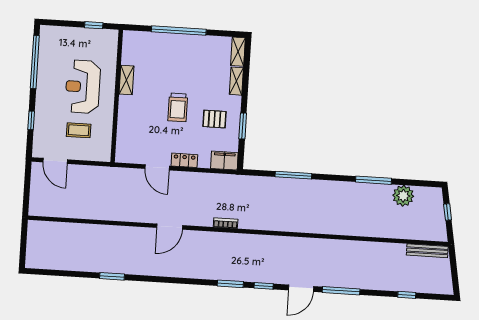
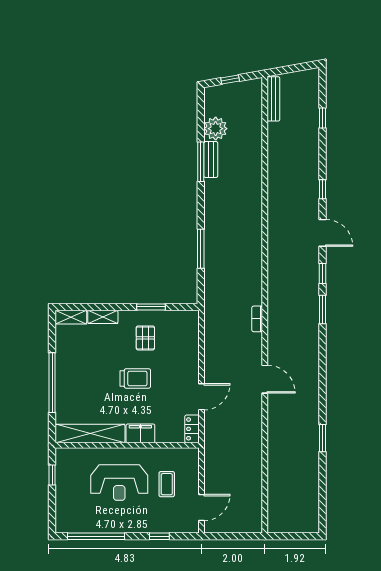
shelving: (126, 80) -> (90, 433), width x2.20, depth x1.33
locker: (184, 160) -> (192, 429), moved
filing cabinet: (224, 161) -> (140, 433), moved, turned 90
bench: (375, 190) -> (211, 160), added
window: (341, 291) -> (322, 189), width x0.46

